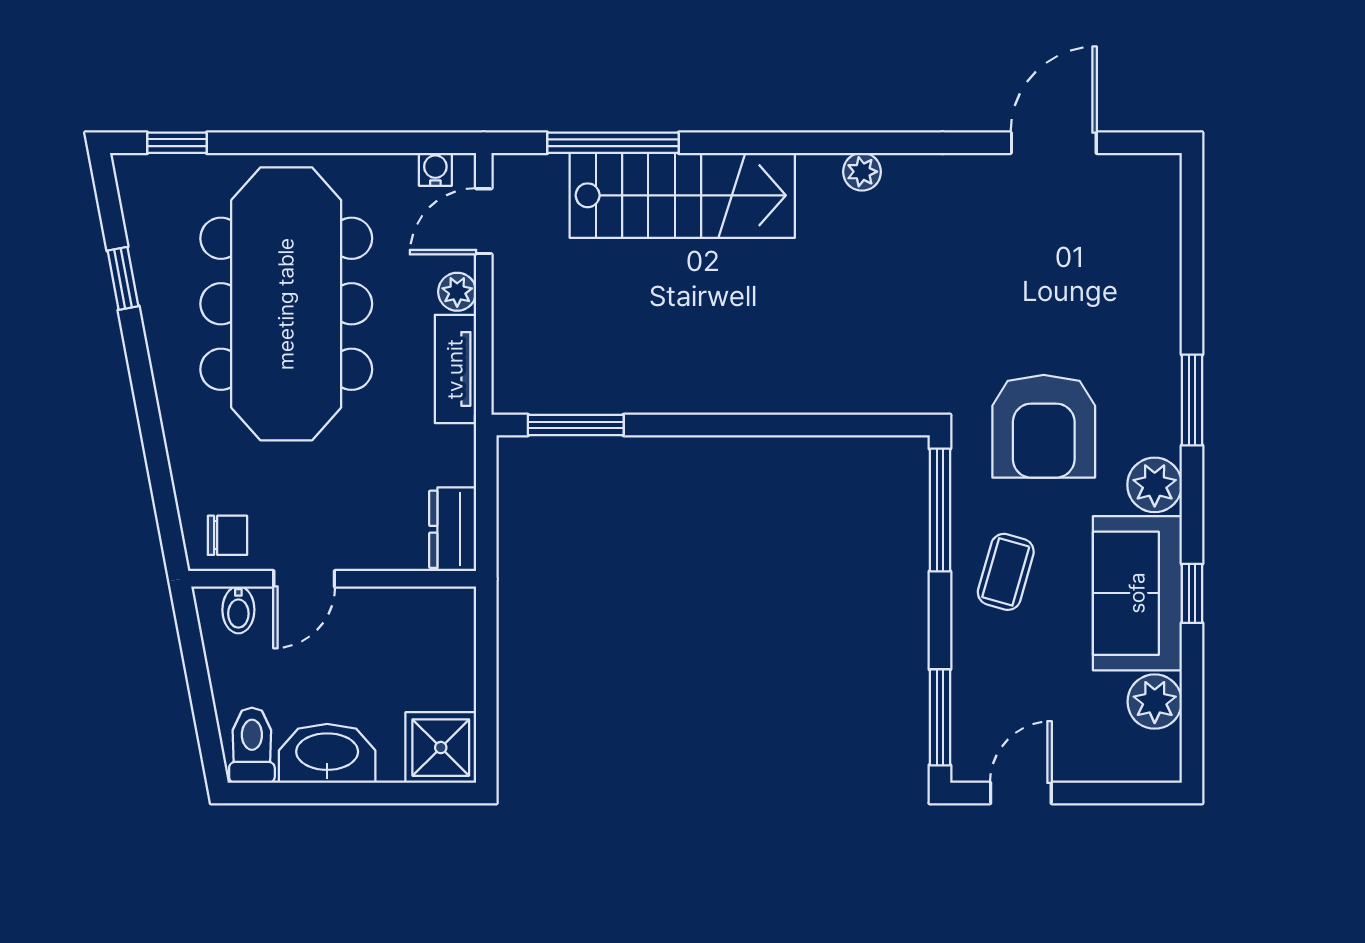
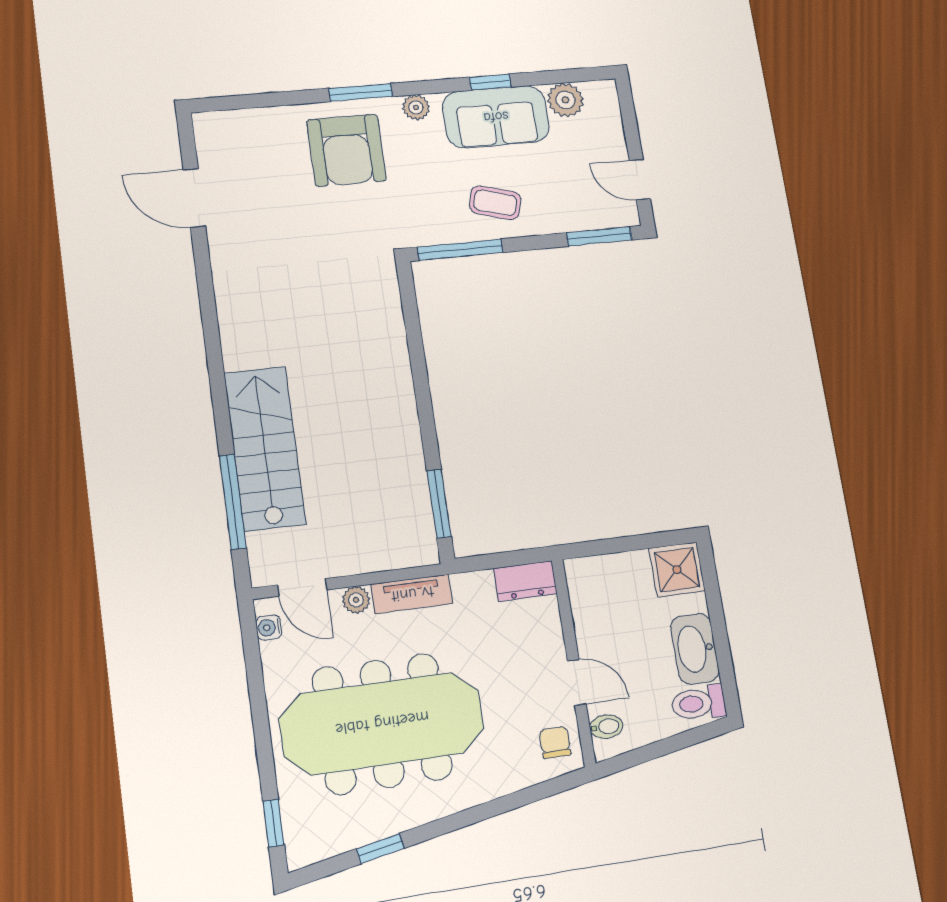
plant: (862, 172) -> (232, 326), removed
armchair: (1044, 426) -> (347, 150), moved, turned 90
plant: (1155, 485) -> (416, 107), width x0.73, depth x0.73

